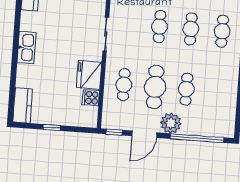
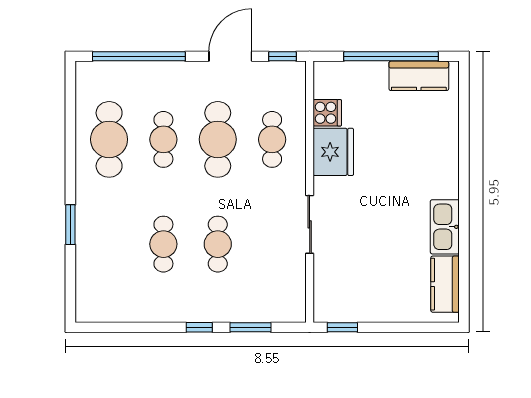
cafe table: (222, 31) -> (109, 139), moved, width x1.37, depth x1.35
kitchen sink: (26, 47) -> (445, 227), moved
kitchen counter: (22, 105) -> (419, 76), moved, turned -90
plant: (171, 123) -> (186, 79), removed
window: (52, 127) -> (391, 56), width x3.17

